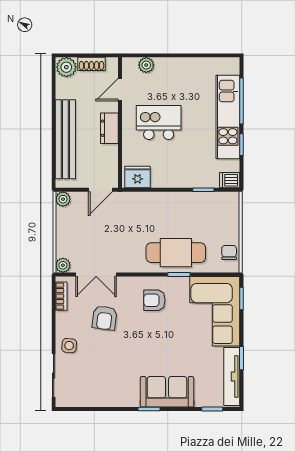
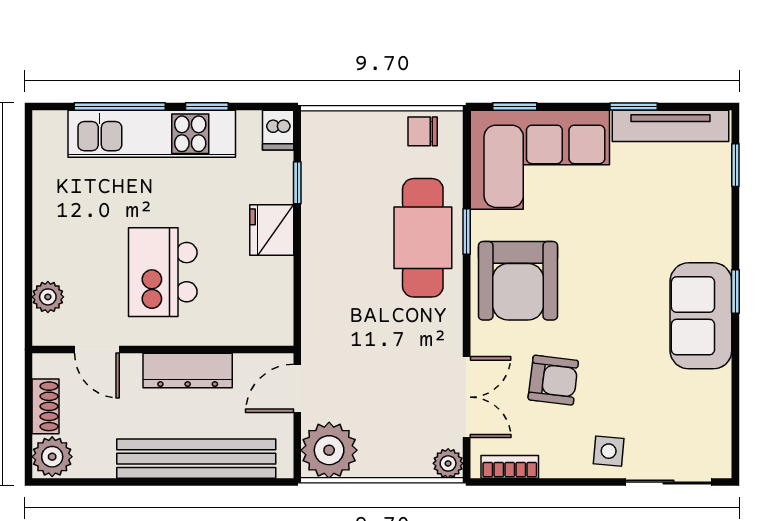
dresser: (109, 128) -> (188, 371), width x1.44
fridge: (138, 177) -> (272, 230), moved
door: (100, 190) -> (297, 388), swing flipped
plant: (63, 199) -> (329, 450), width x1.87, depth x1.87
armchair: (154, 300) -> (518, 281), width x1.88, depth x1.88
sofa: (167, 392) -> (701, 316), moved

